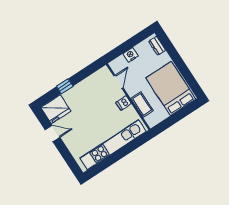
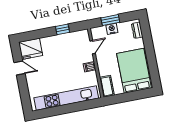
window: (125, 47) -> (110, 20), added
window: (65, 86) -> (63, 29), moved
cot: (142, 104) -> (107, 86), moved

